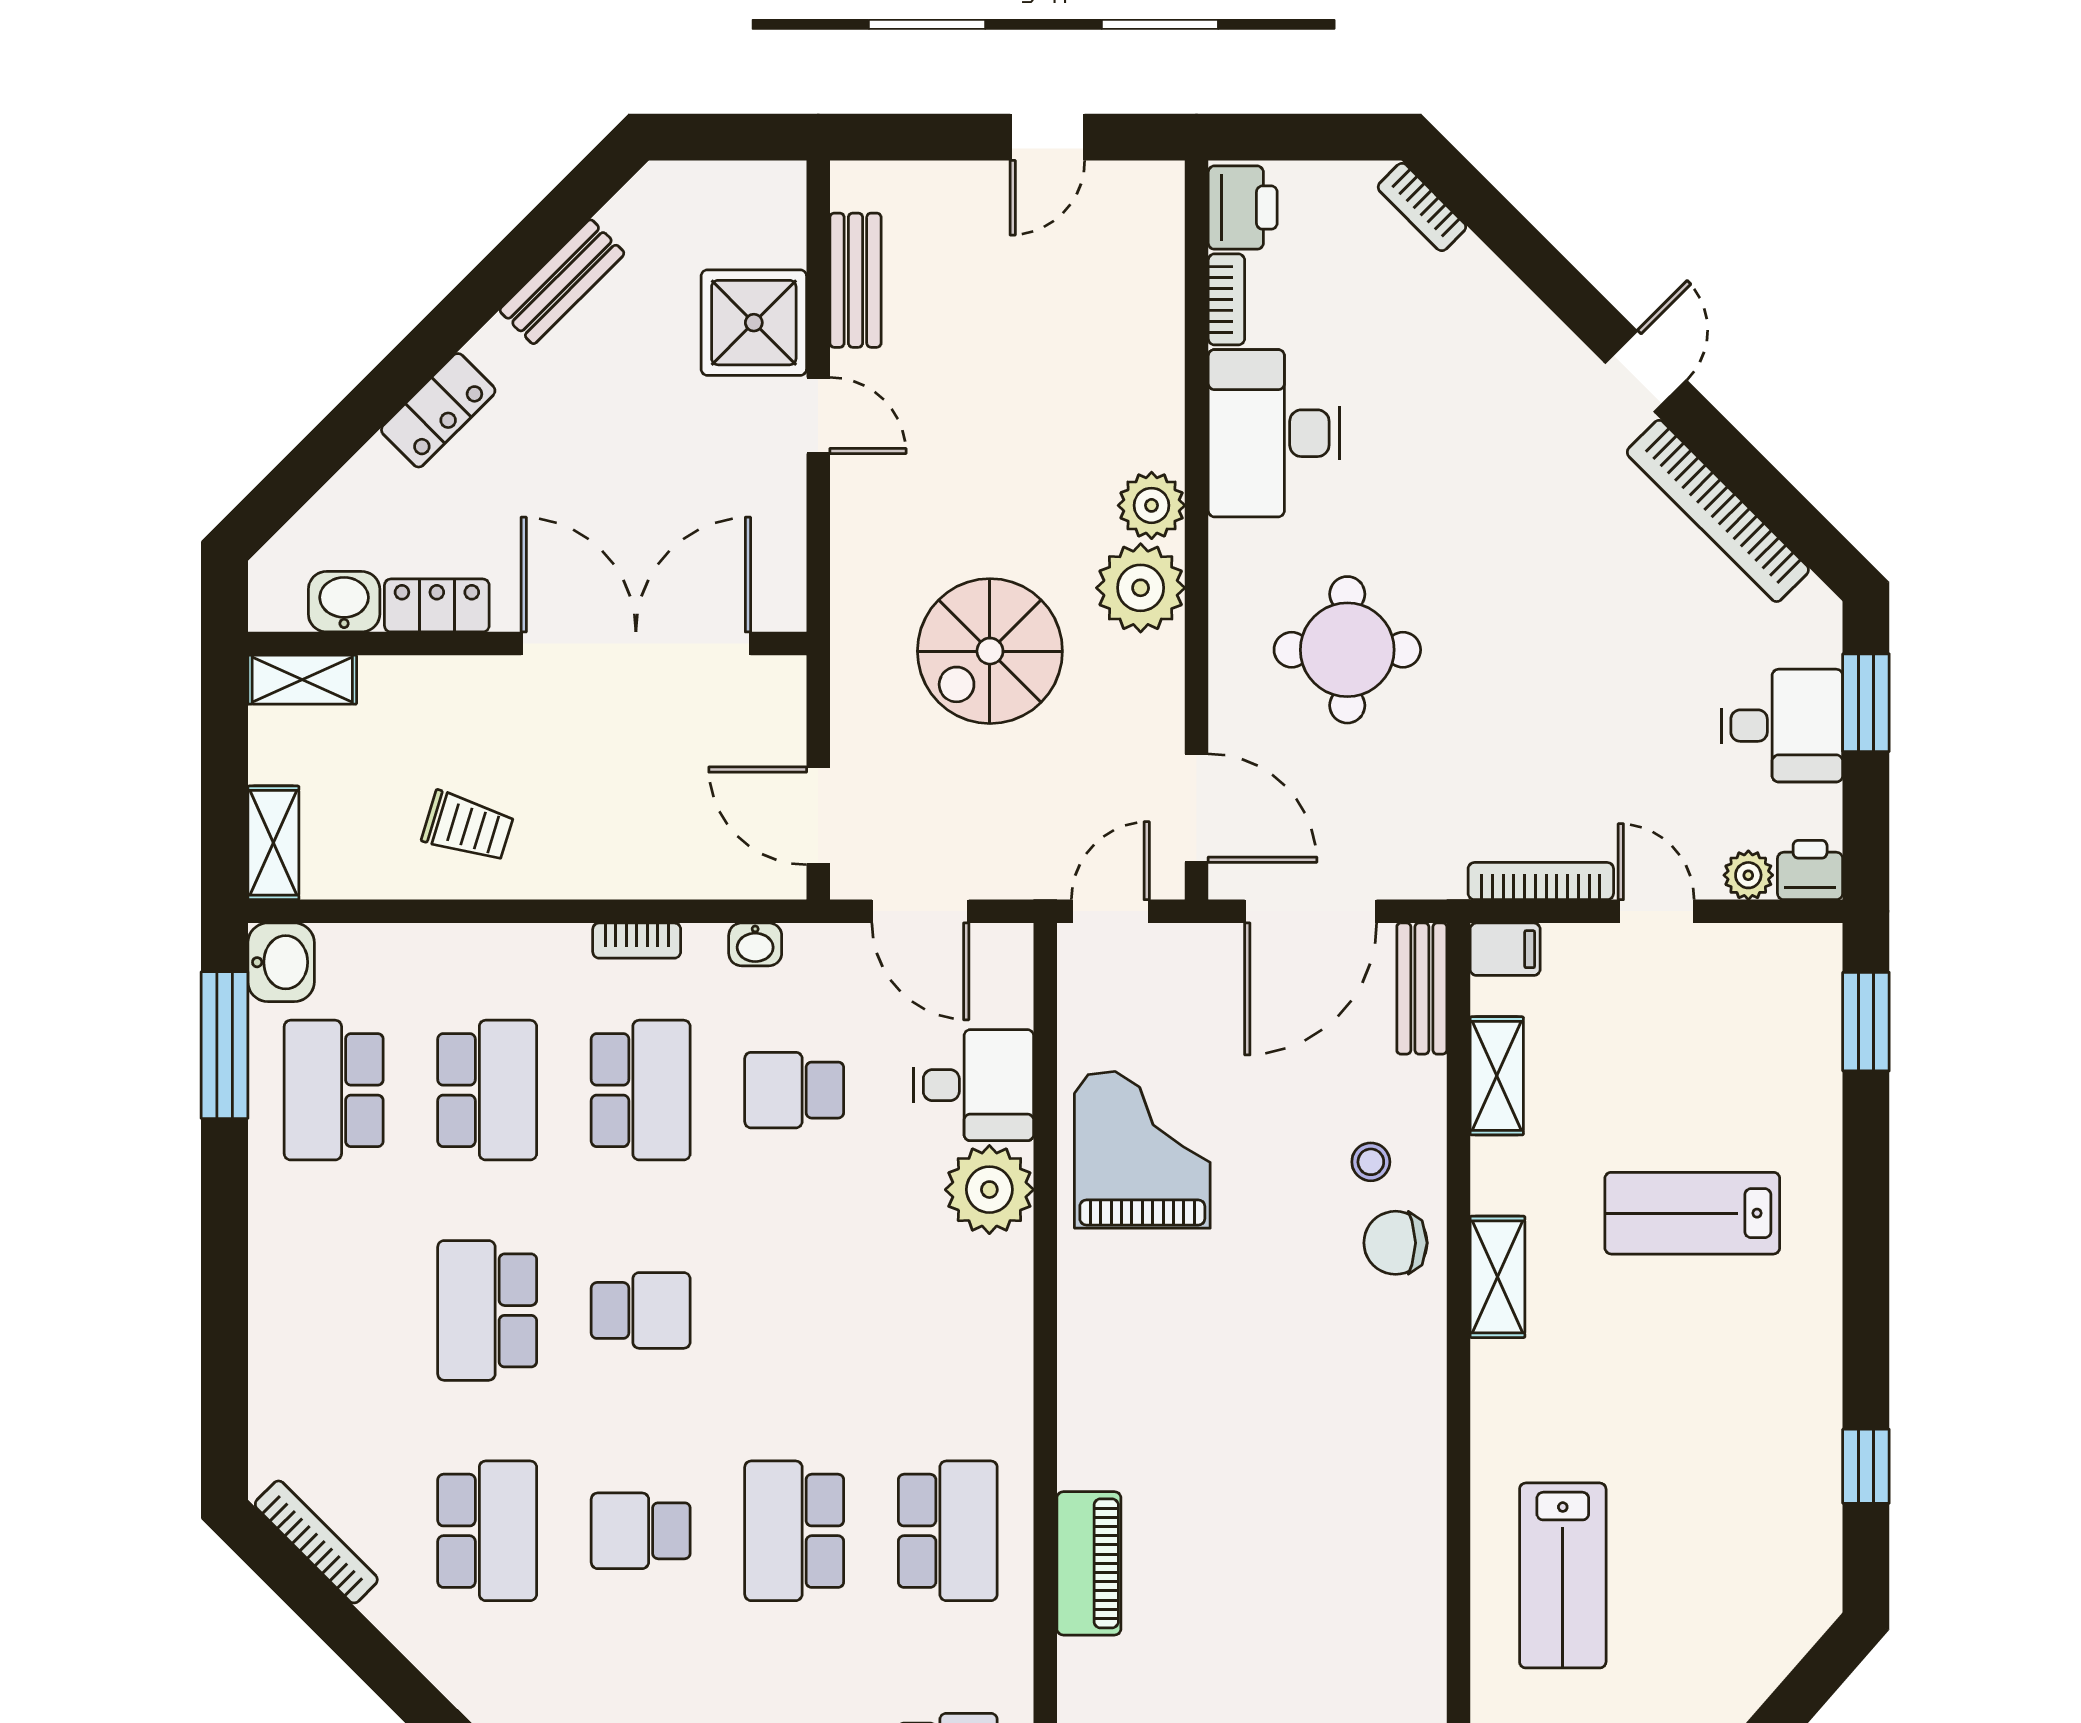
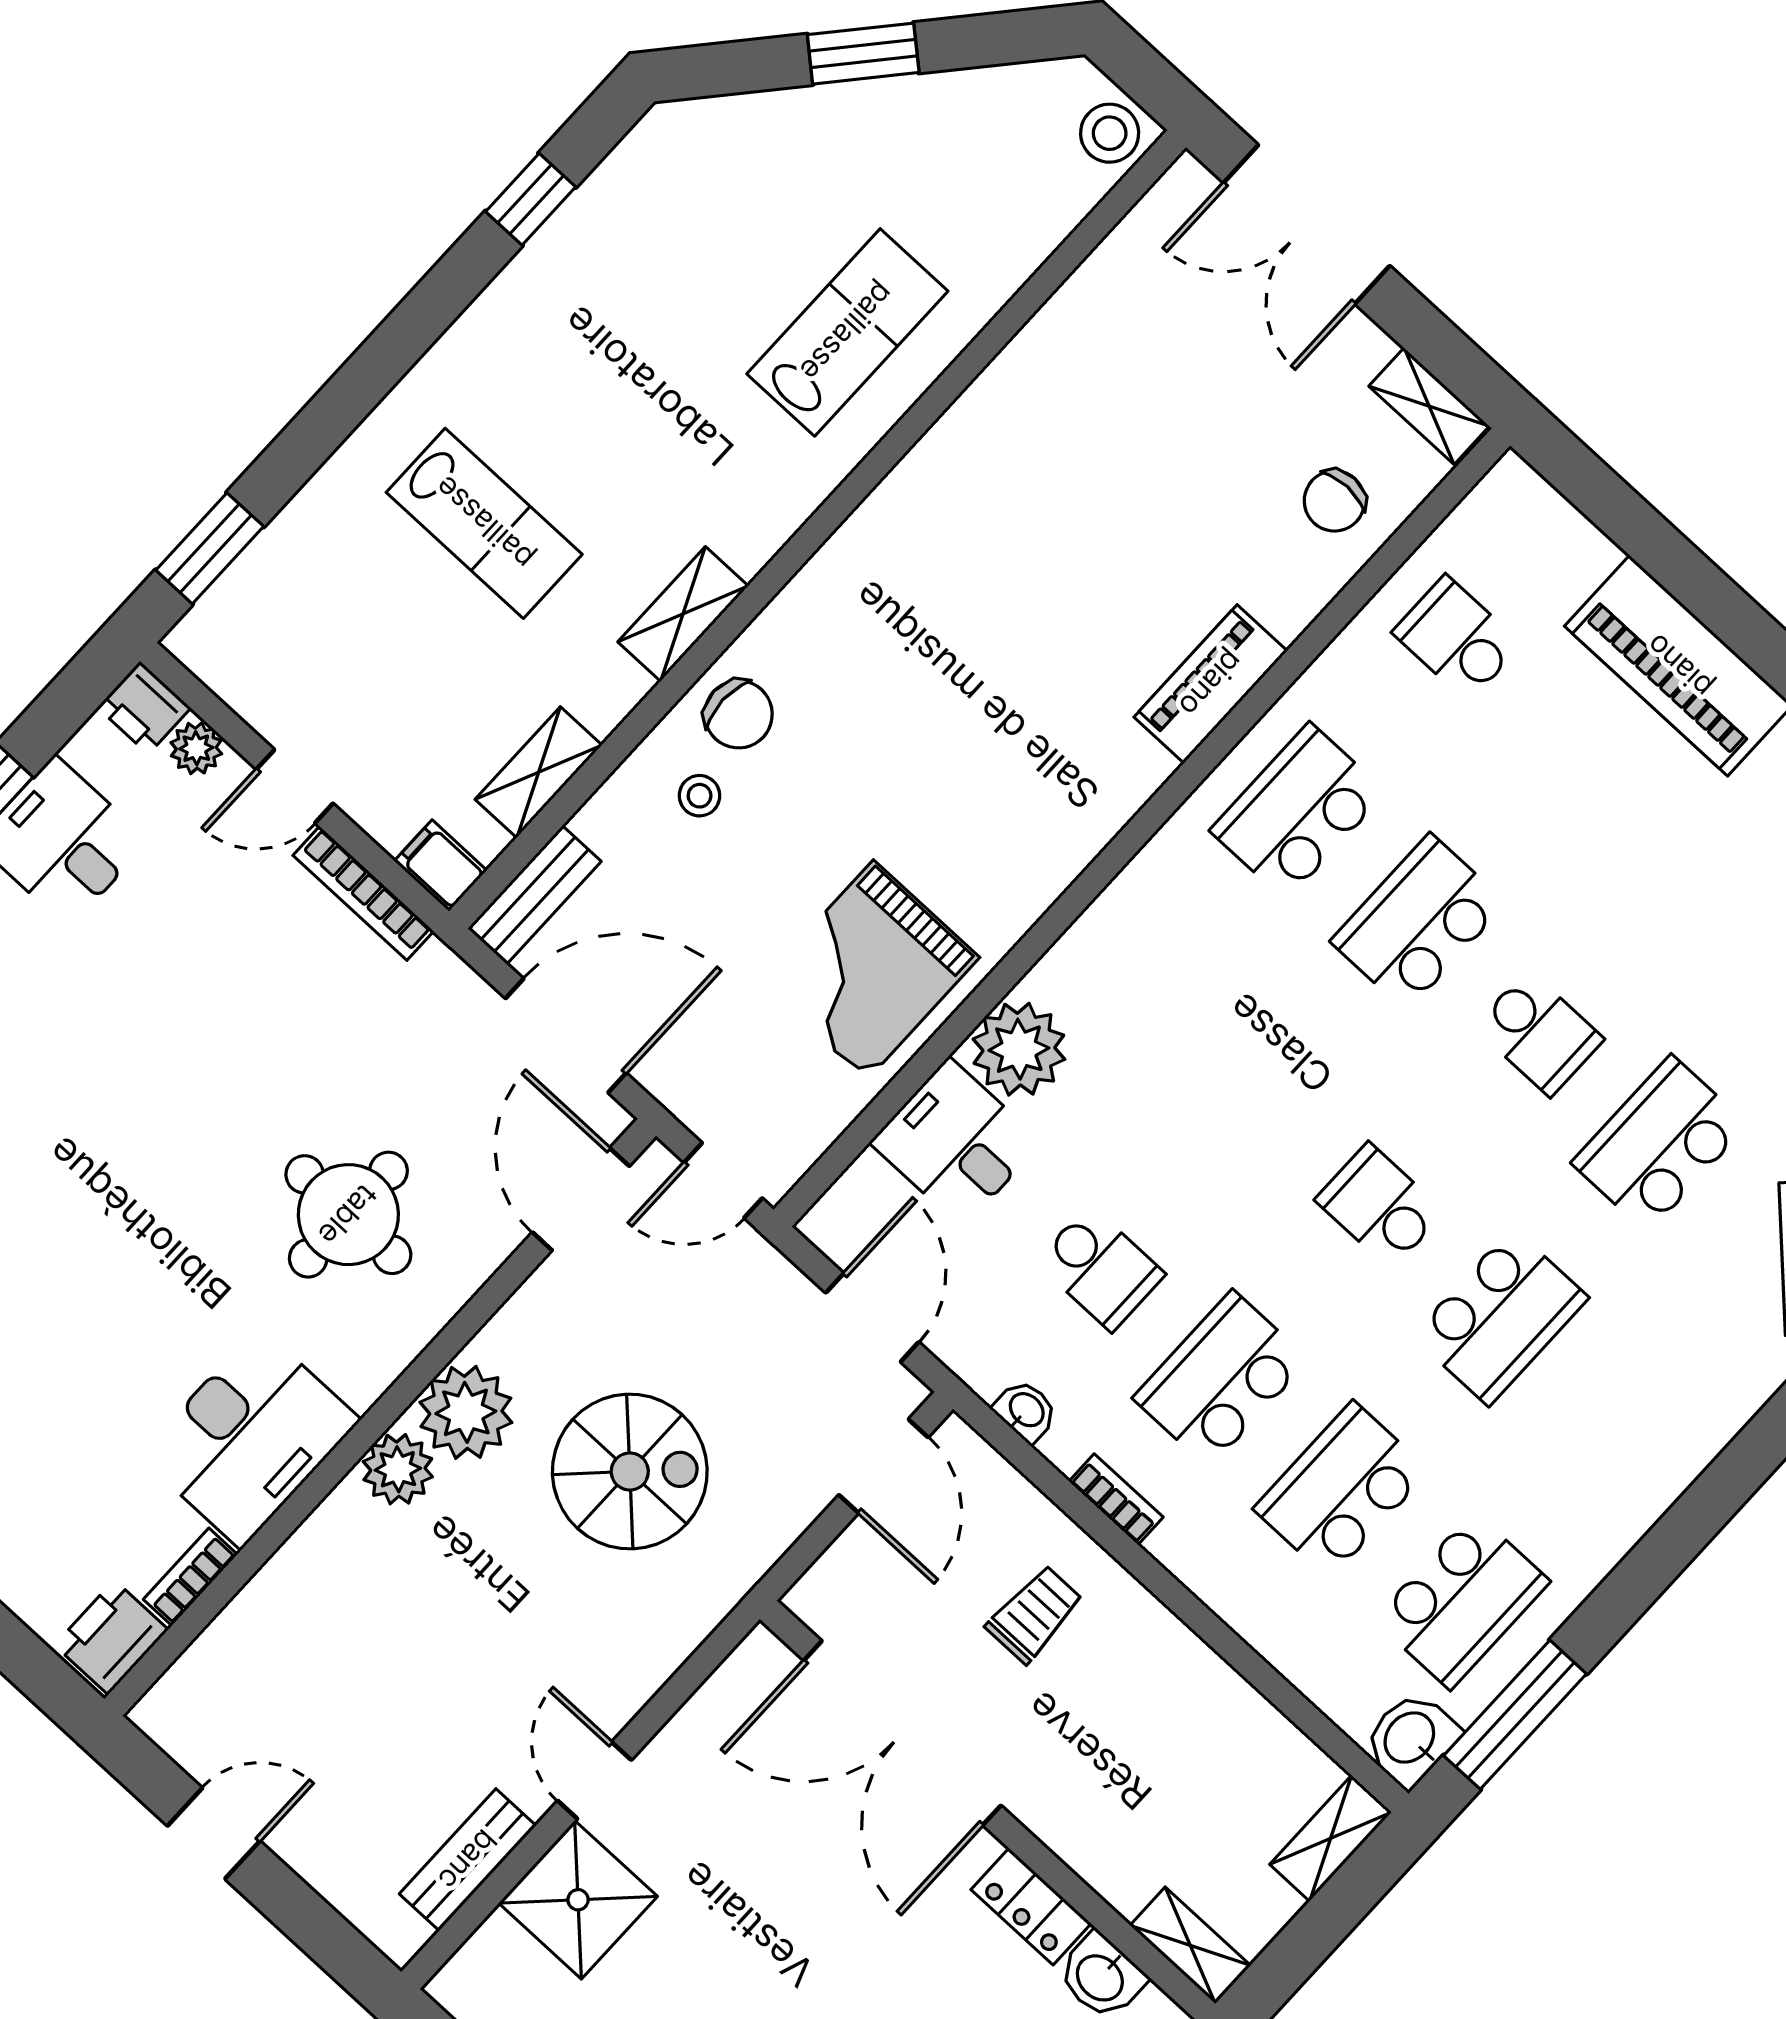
trolley: (468, 827) -> (1035, 1614), moved, turned 73
door: (1656, 911) -> (295, 786), hinge flipped
school desk: (794, 1531) -> (1418, 922), turned 180

